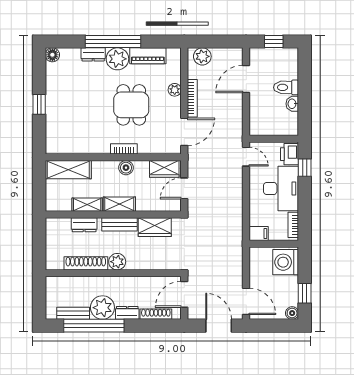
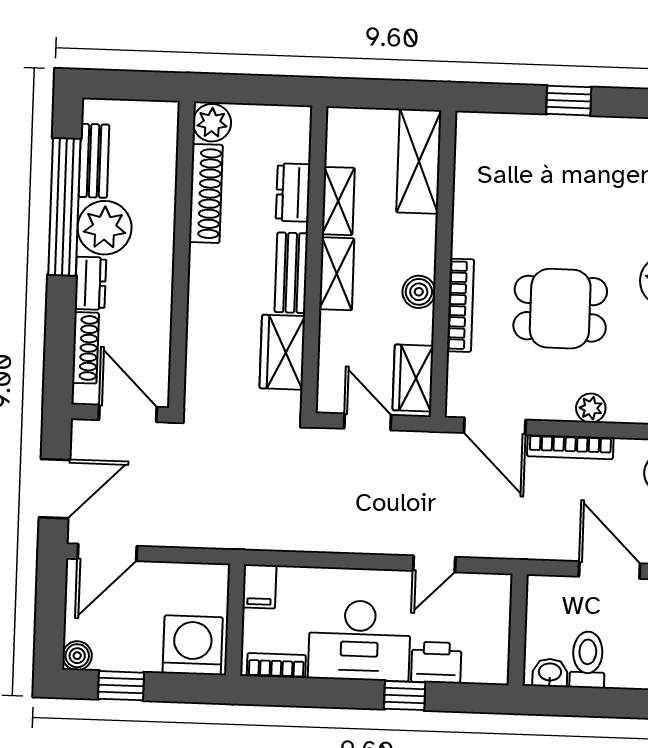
wall: (274, 139) -> (518, 630), moved
bookcase: (124, 149) -> (461, 305), width x1.56
plant: (117, 262) -> (212, 123), moved

